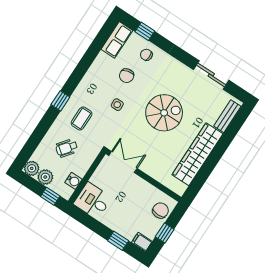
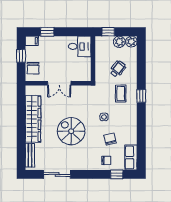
spiral stairs: (164, 113) -> (71, 131), turned 90
double door: (123, 162) -> (59, 83), moved
water cooler: (74, 181) -> (100, 51), removed

